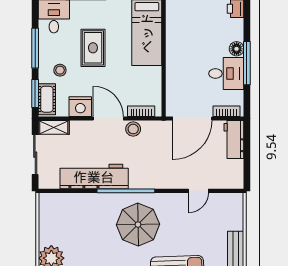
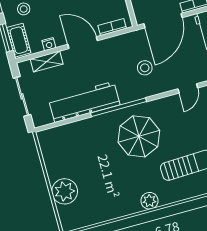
nightstand: (80, 107) -> (49, 44), width x0.53, depth x0.56
shelving: (54, 127) -> (47, 62), moved
stool: (133, 129) -> (145, 68), moved

